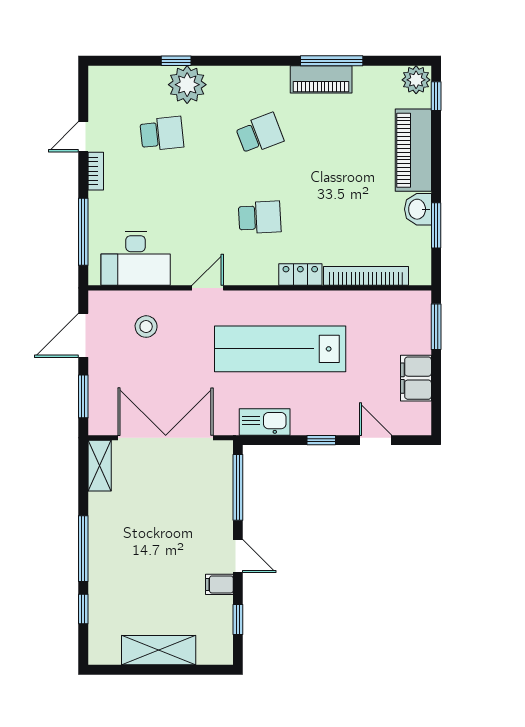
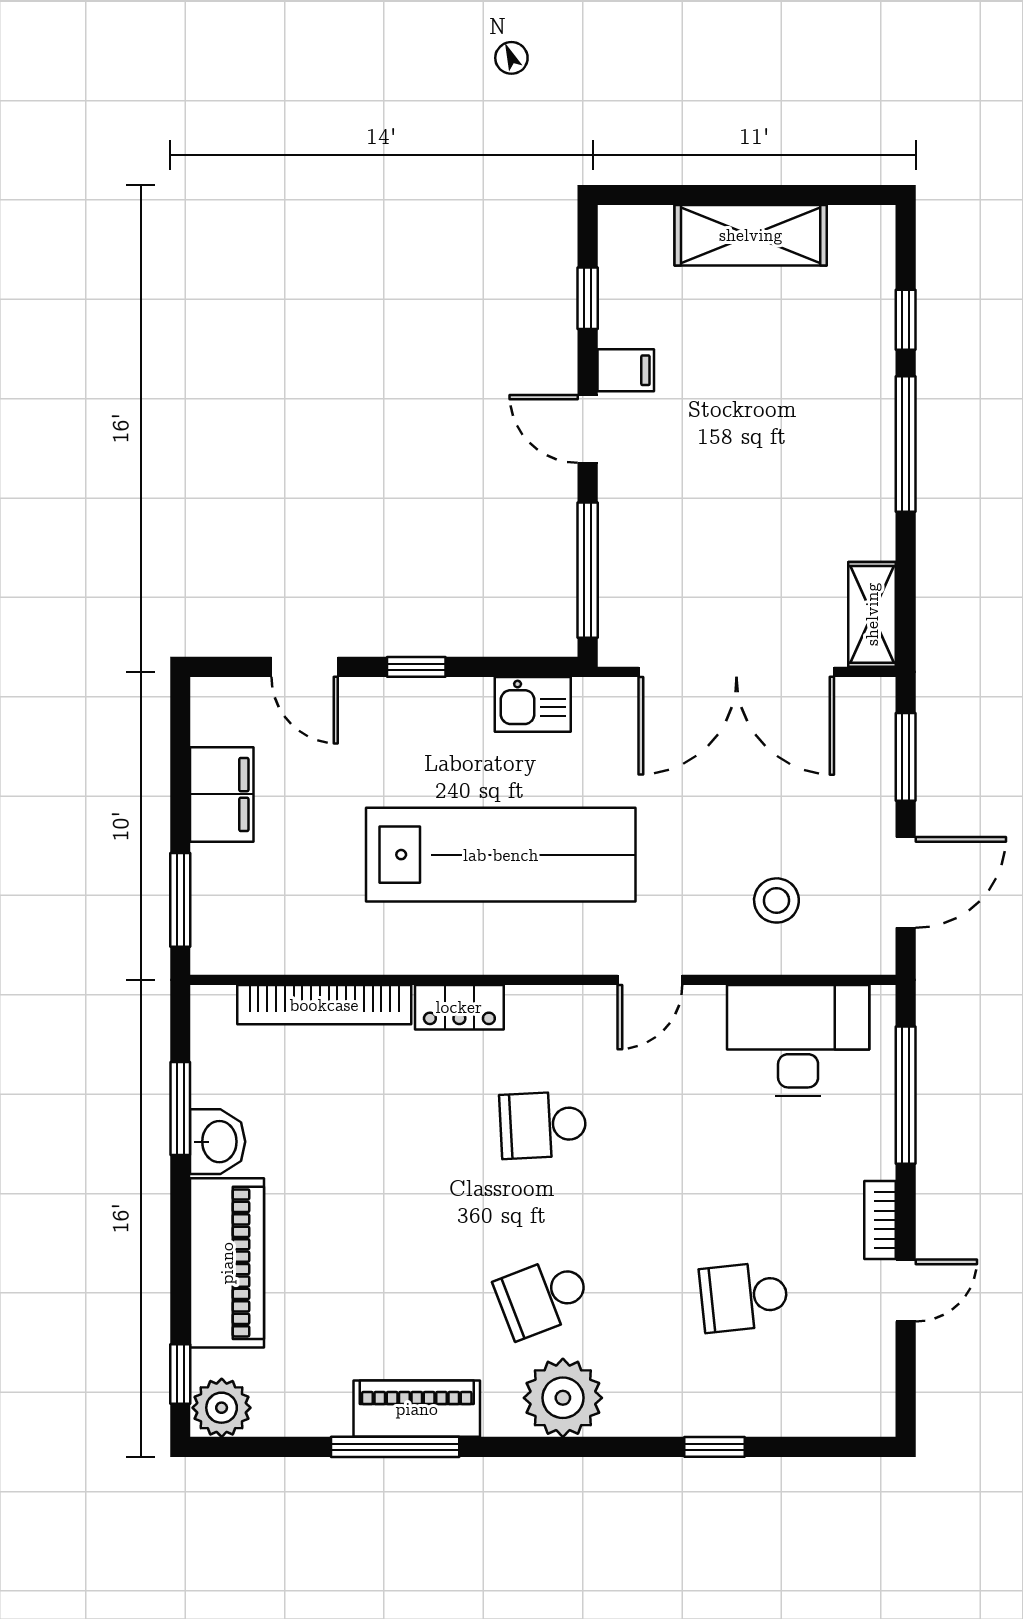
plant: (187, 85) -> (563, 1398), moved
kitchen sink: (265, 422) -> (533, 704), width x0.73

